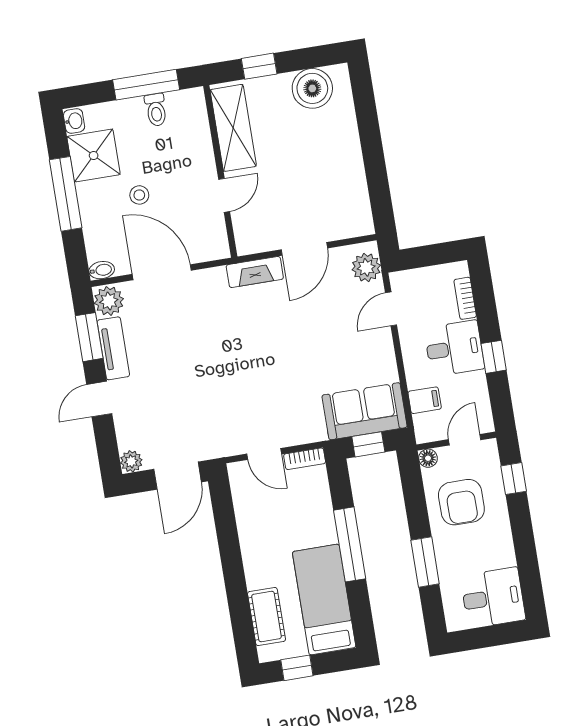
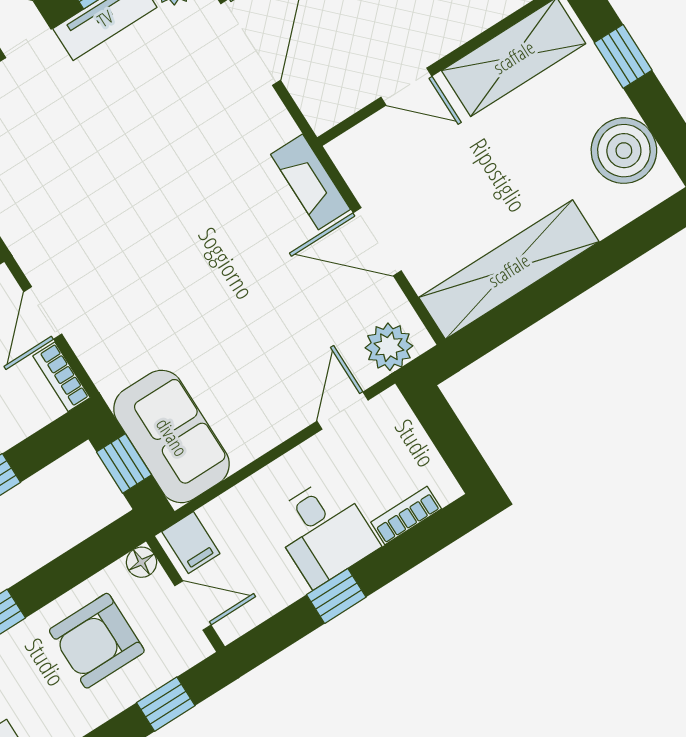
shelving: (352, 182) -> (509, 270), added
door: (391, 309) -> (343, 411), hinge flipped
filing cabinet: (425, 400) -> (191, 543), moved

